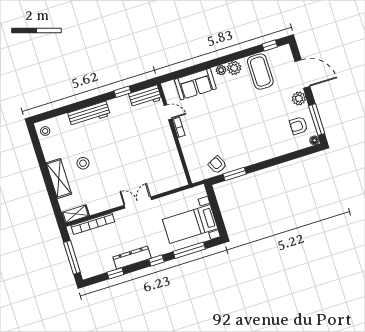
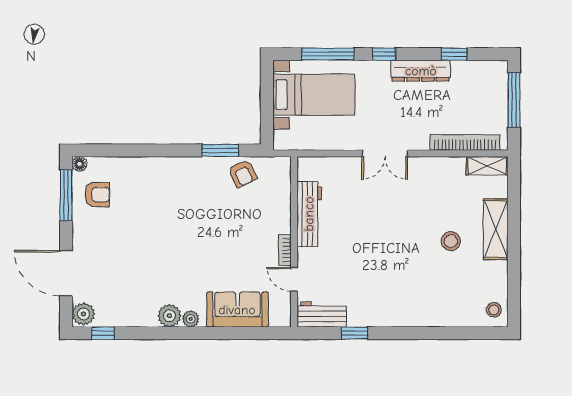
coffee table: (260, 72) -> (130, 297), removed
plant: (299, 98) -> (83, 314), moved
workbench: (89, 114) -> (309, 214), moved, turned 90

